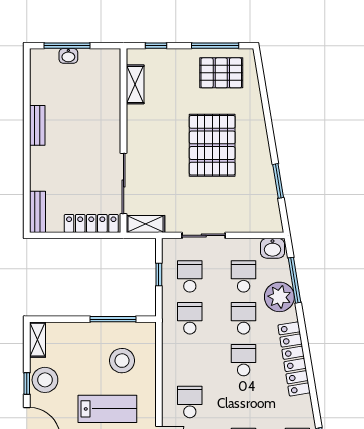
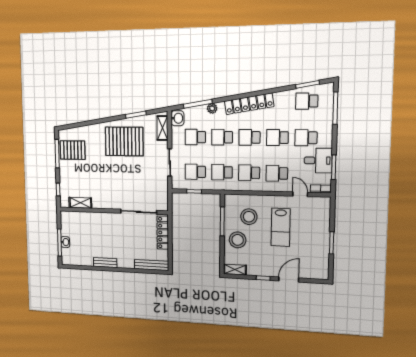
pallet: (221, 73) -> (73, 150), turned 90
pallet: (212, 145) -> (124, 141), moved
bench: (37, 212) -> (151, 265), width x1.36
shelving: (145, 224) -> (162, 128), moved
plant: (279, 297) -> (212, 108), width x0.53, depth x0.53
school desk: (190, 360) -> (249, 173), added
stool: (45, 380) -> (238, 240), moved
school desk: (244, 402) -> (277, 138), added
lab bench: (107, 409) -> (281, 227), turned 180

